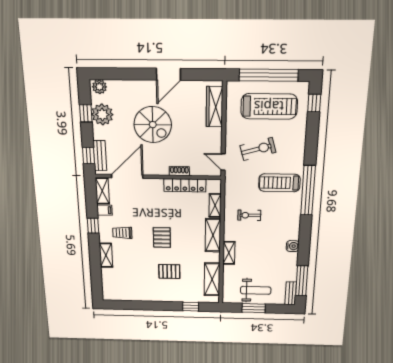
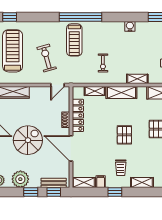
window: (86, 113) -> (31, 192), moved
door: (127, 176) -> (71, 148), moved
pallet: (162, 237) -> (124, 135), turned 90

